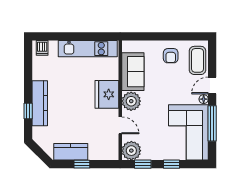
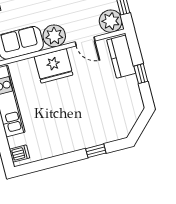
kitchen counter: (40, 103) -> (84, 140), removed
door: (120, 125) -> (85, 41), swing flipped
kitchen counter: (71, 152) -> (121, 57), moved

